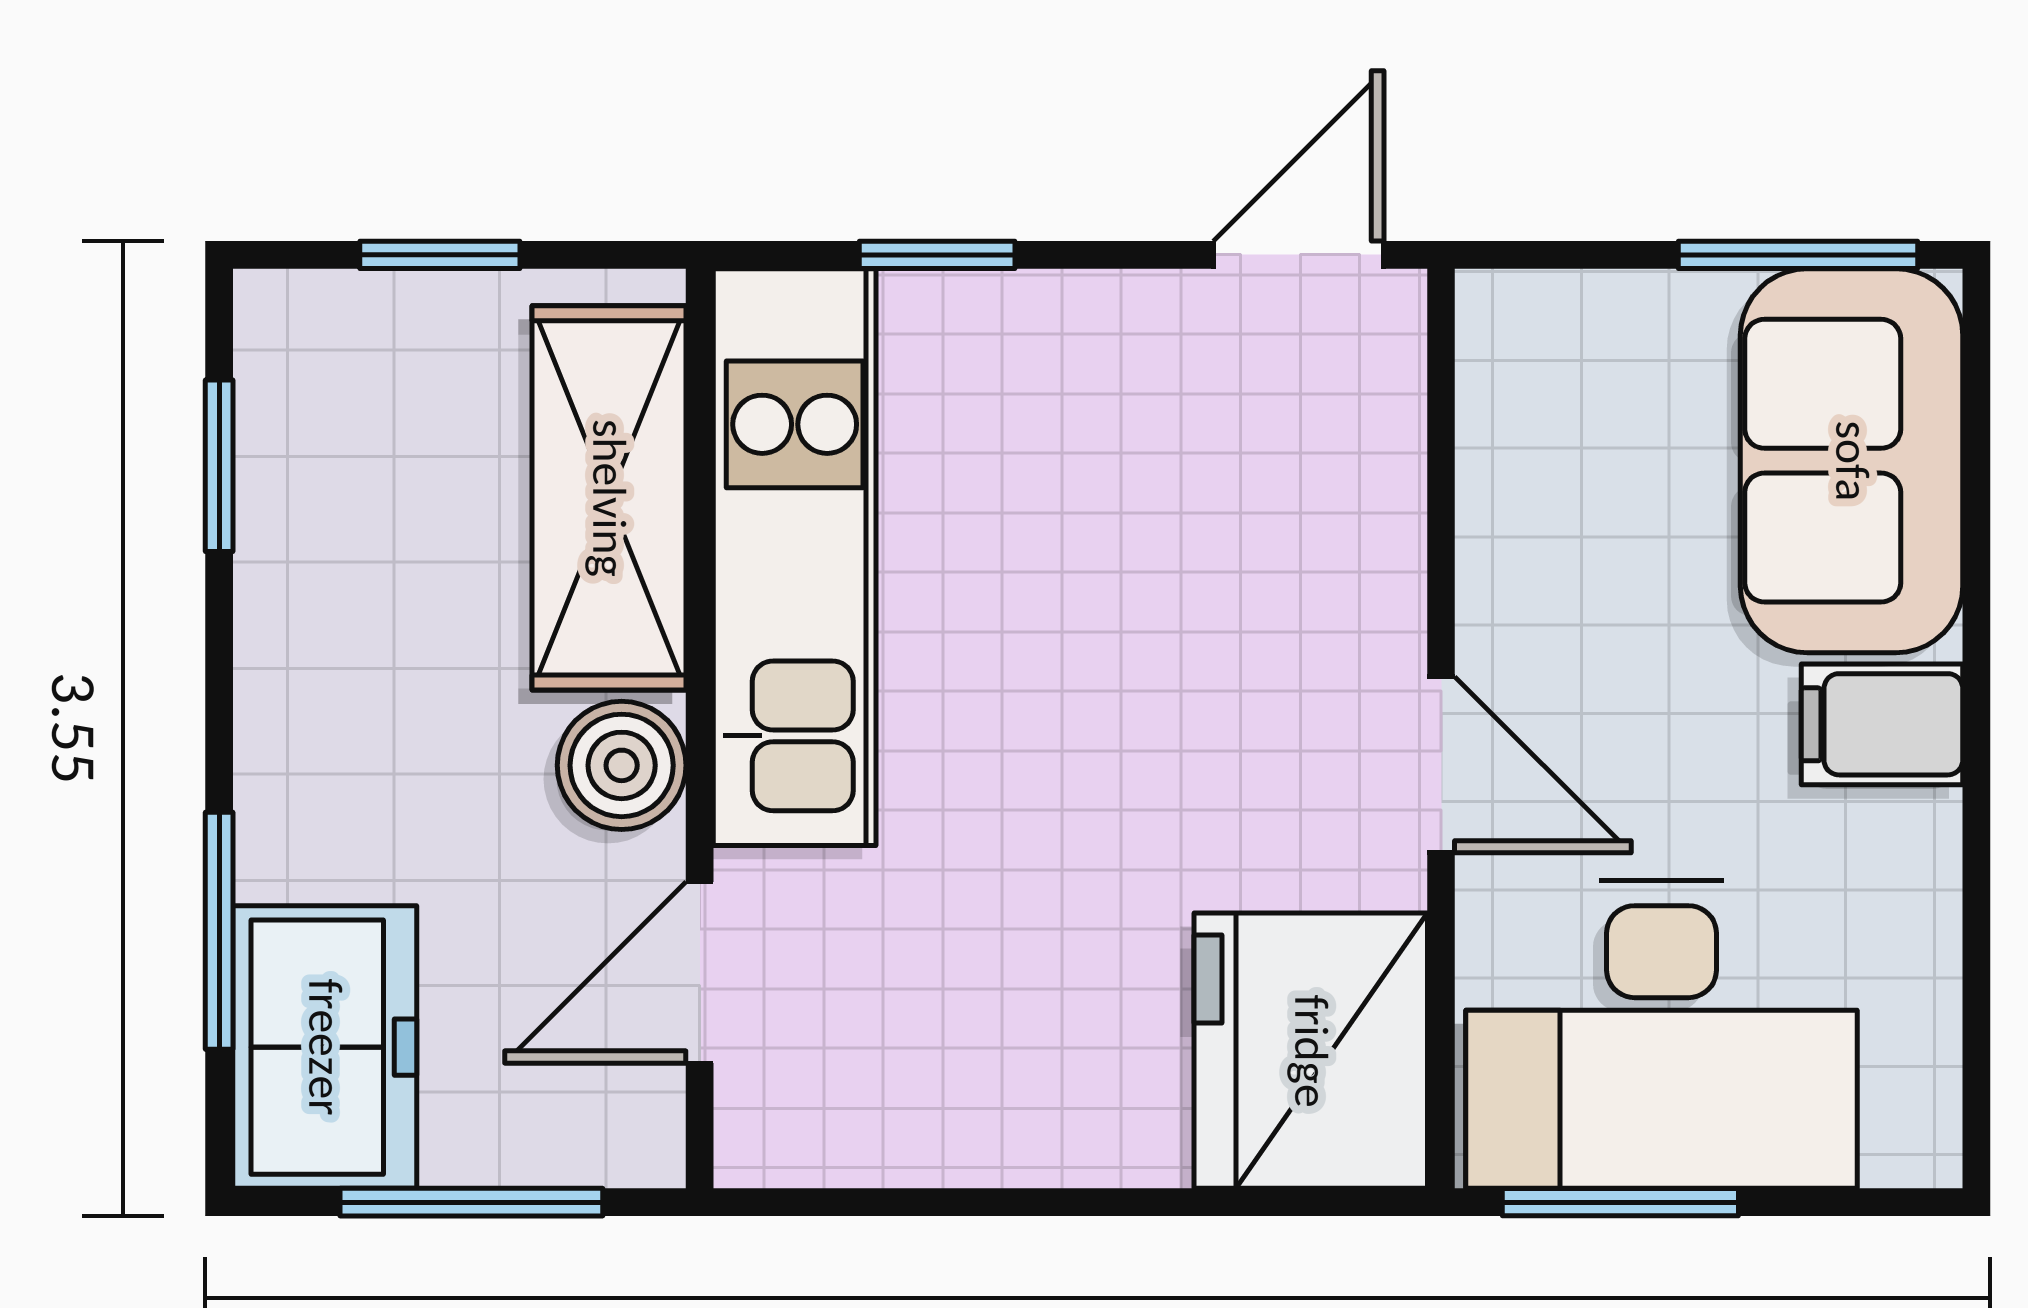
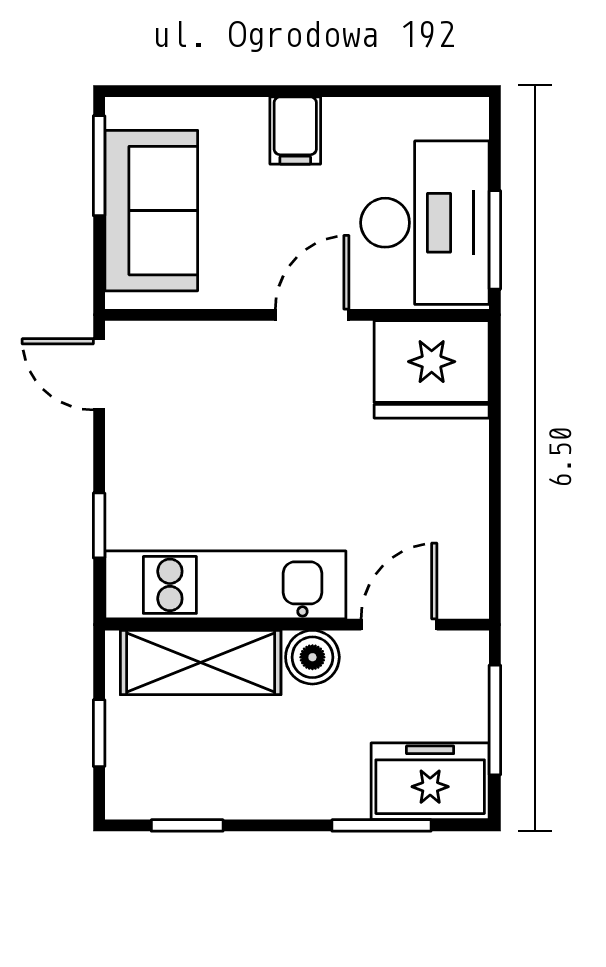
sofa: (1852, 461) -> (151, 211), moved, turned -90
door: (700, 972) -> (399, 625), swing flipped

